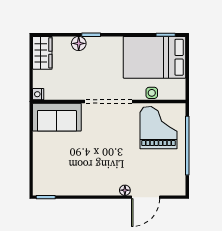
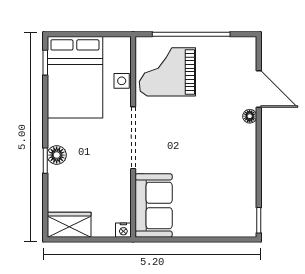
floor lamp: (79, 43) -> (57, 155), moved

